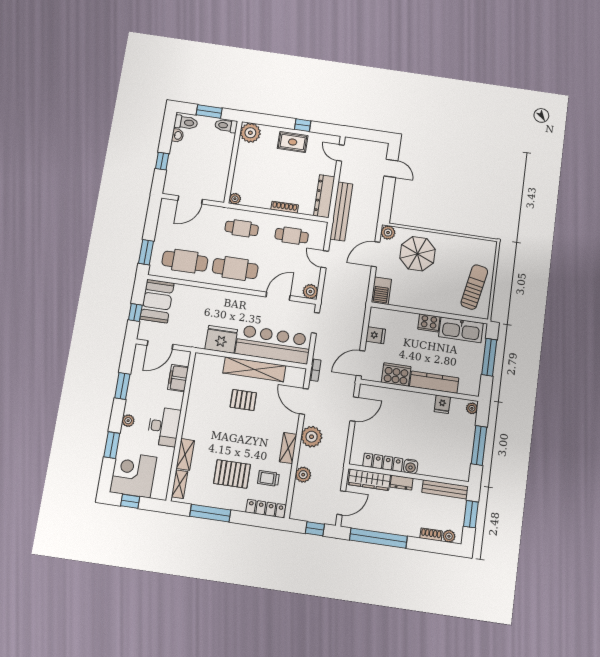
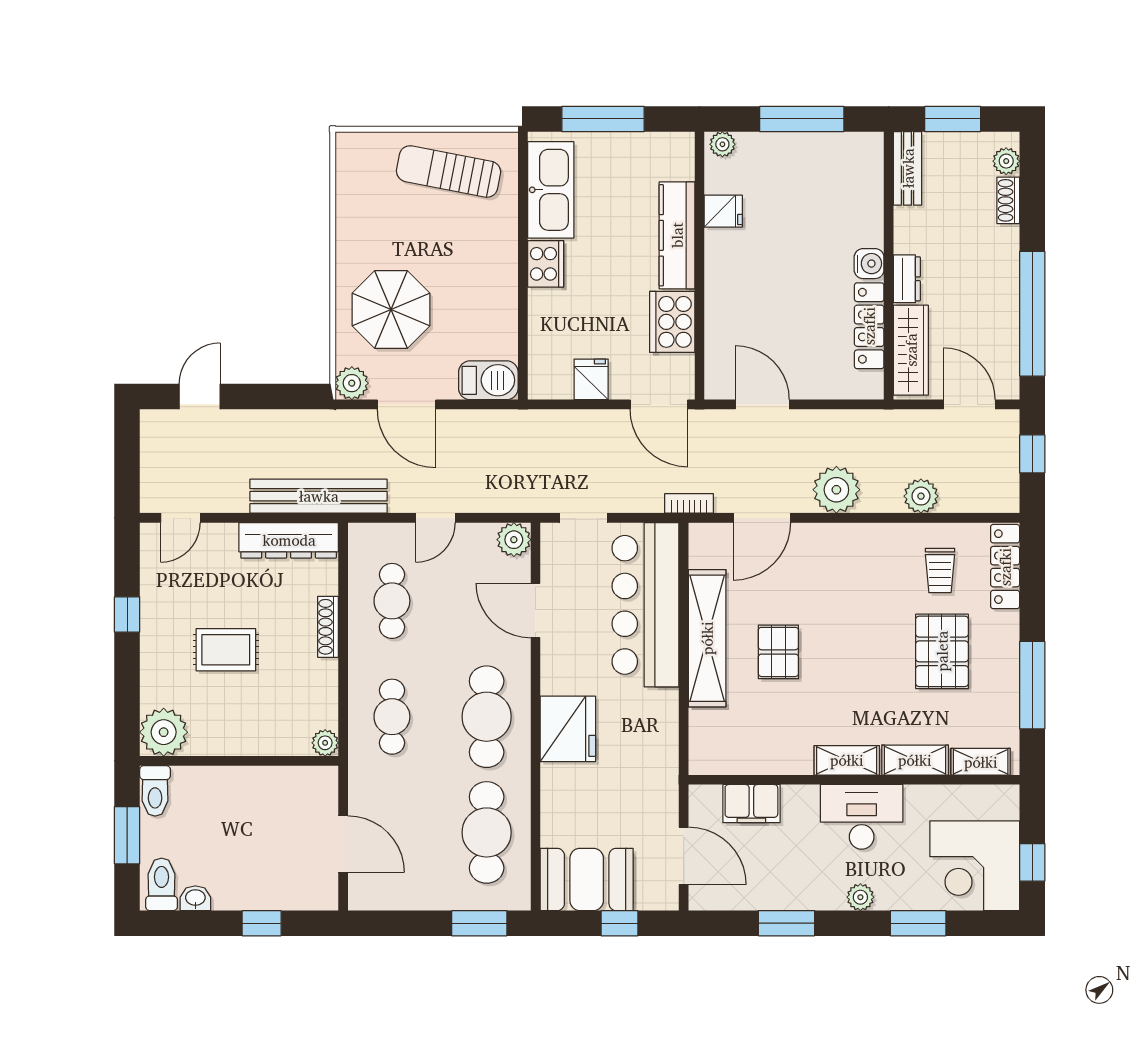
rug: (293, 142) -> (226, 650), moved, turned 90
fridge: (221, 339) -> (568, 729), moved, turned 180
shelving: (288, 448) -> (847, 760), moved
bench: (445, 489) -> (908, 168), width x0.73

